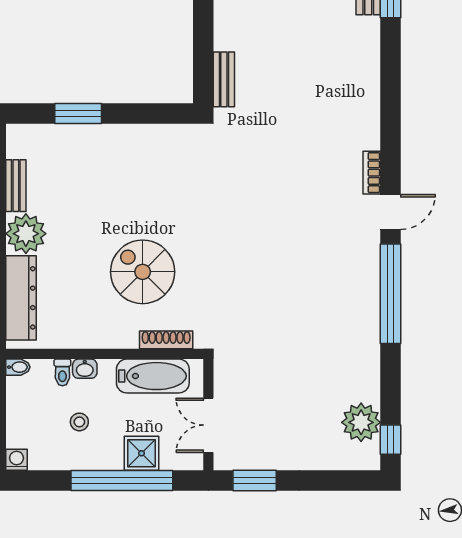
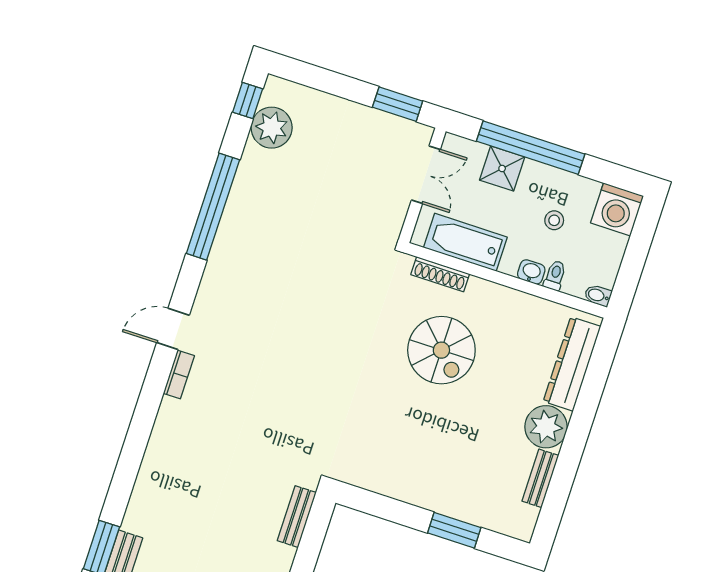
window: (391, 294) -> (213, 207), moved
washing machine: (17, 460) -> (617, 209), width x1.89, depth x1.89

